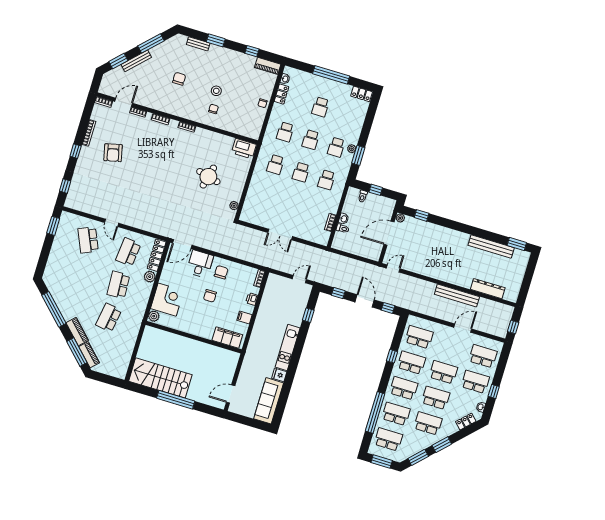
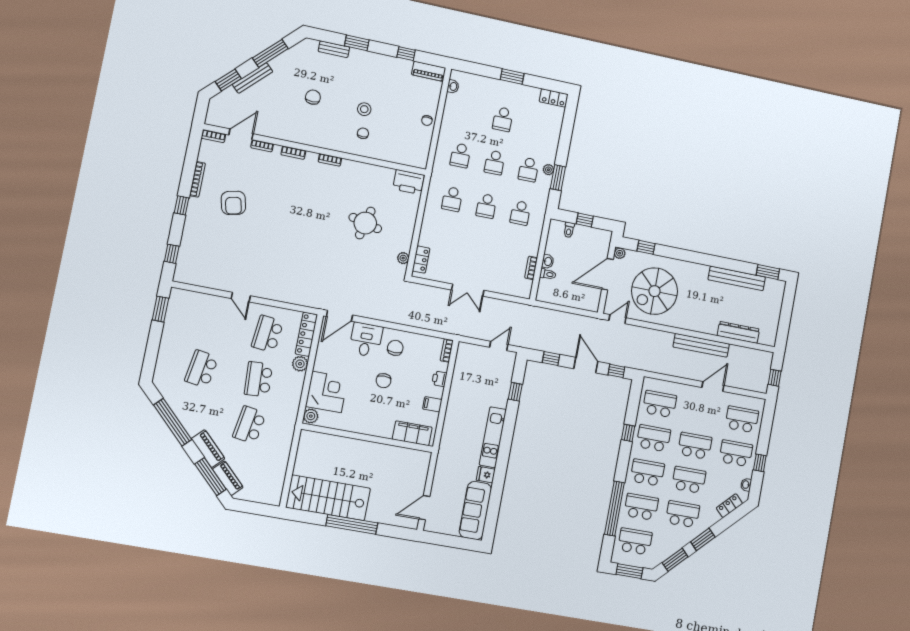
window: (331, 75) -> (512, 77), width x0.47
locker: (281, 94) -> (421, 260), moved
school desk: (88, 240) -> (202, 369), moved, turned 33
spiral stairs: (425, 250) -> (655, 291), added

